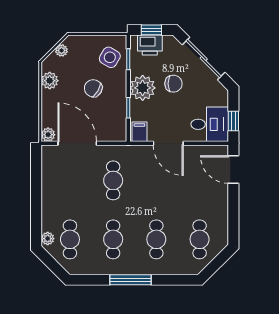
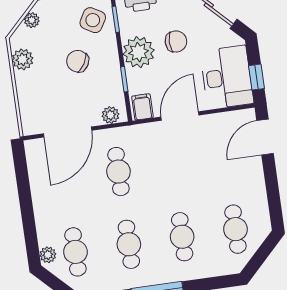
desk: (210, 124) -> (227, 77), width x1.37
plant: (48, 135) -> (110, 115), moved
door: (77, 143) -> (68, 132), swing flipped
door: (168, 143) -> (180, 116), swing flipped
door: (233, 170) -> (265, 137), hinge flipped

